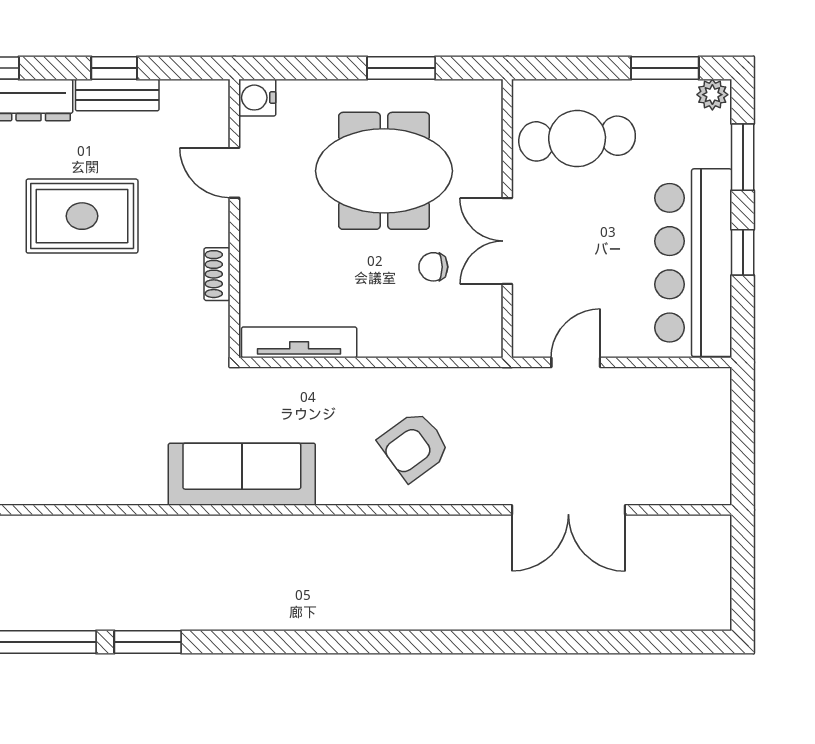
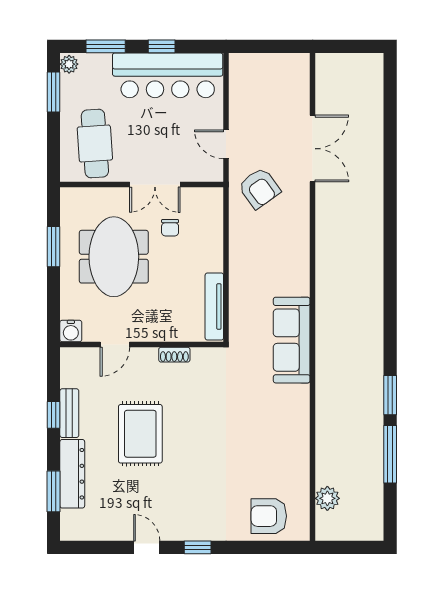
armchair: (414, 446) -> (259, 188), moved

